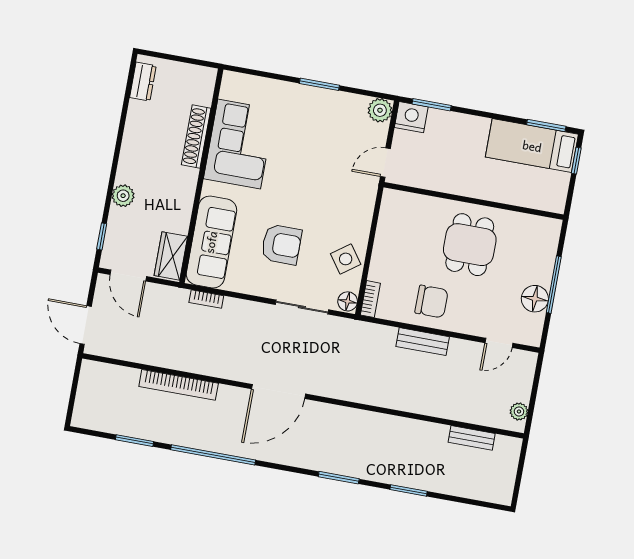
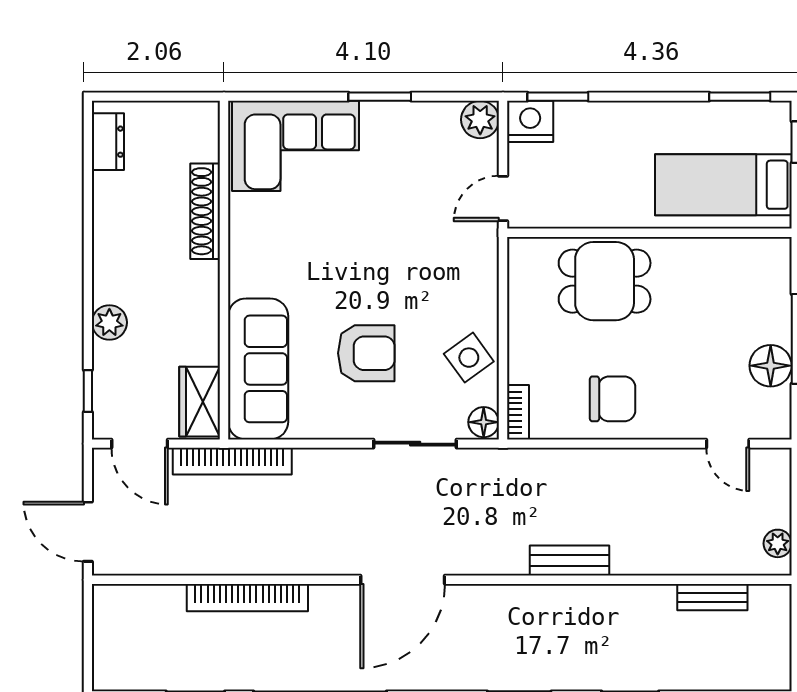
corner sofa: (239, 144) -> (296, 146), moved, turned 90
bed: (532, 146) -> (723, 185), moved
dining table: (470, 245) -> (605, 281), moved, turned 90
bookcase: (206, 299) -> (232, 461), width x2.31, depth x1.31
bench: (423, 342) -> (570, 561), moved
door: (499, 343) -> (728, 444), hinge flipped

